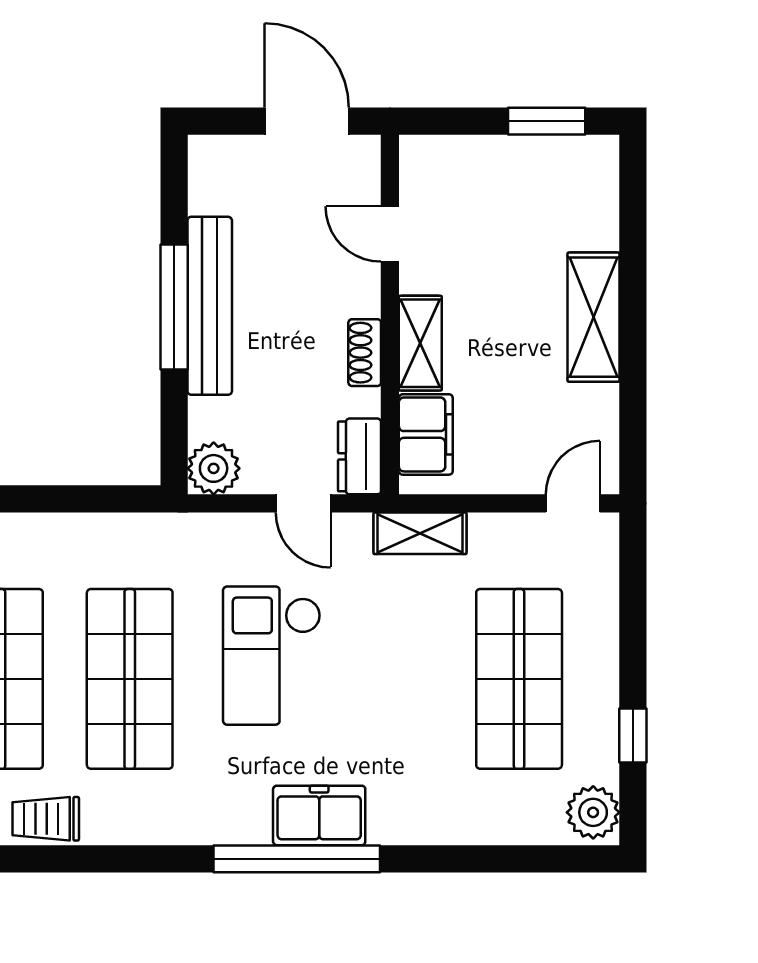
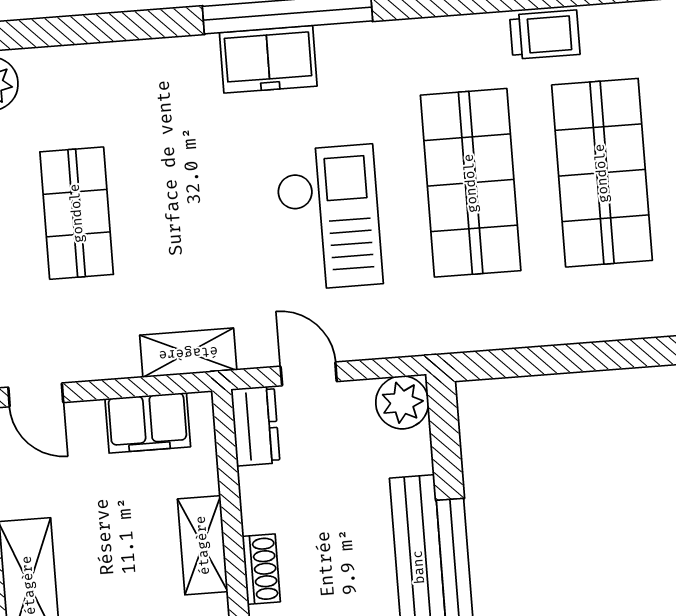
shoe rack: (365, 353) -> (261, 569), moved
filing cabinet: (426, 434) -> (148, 423), moved, turned -90
door: (573, 503) -> (36, 395), hinge flipped
shop shelf: (519, 679) -> (77, 213), width x0.70, depth x0.74

